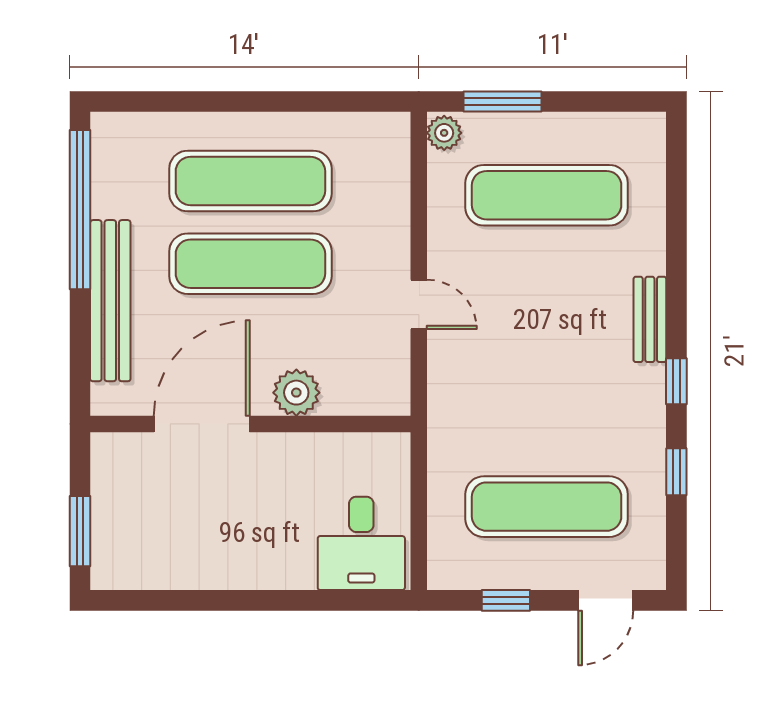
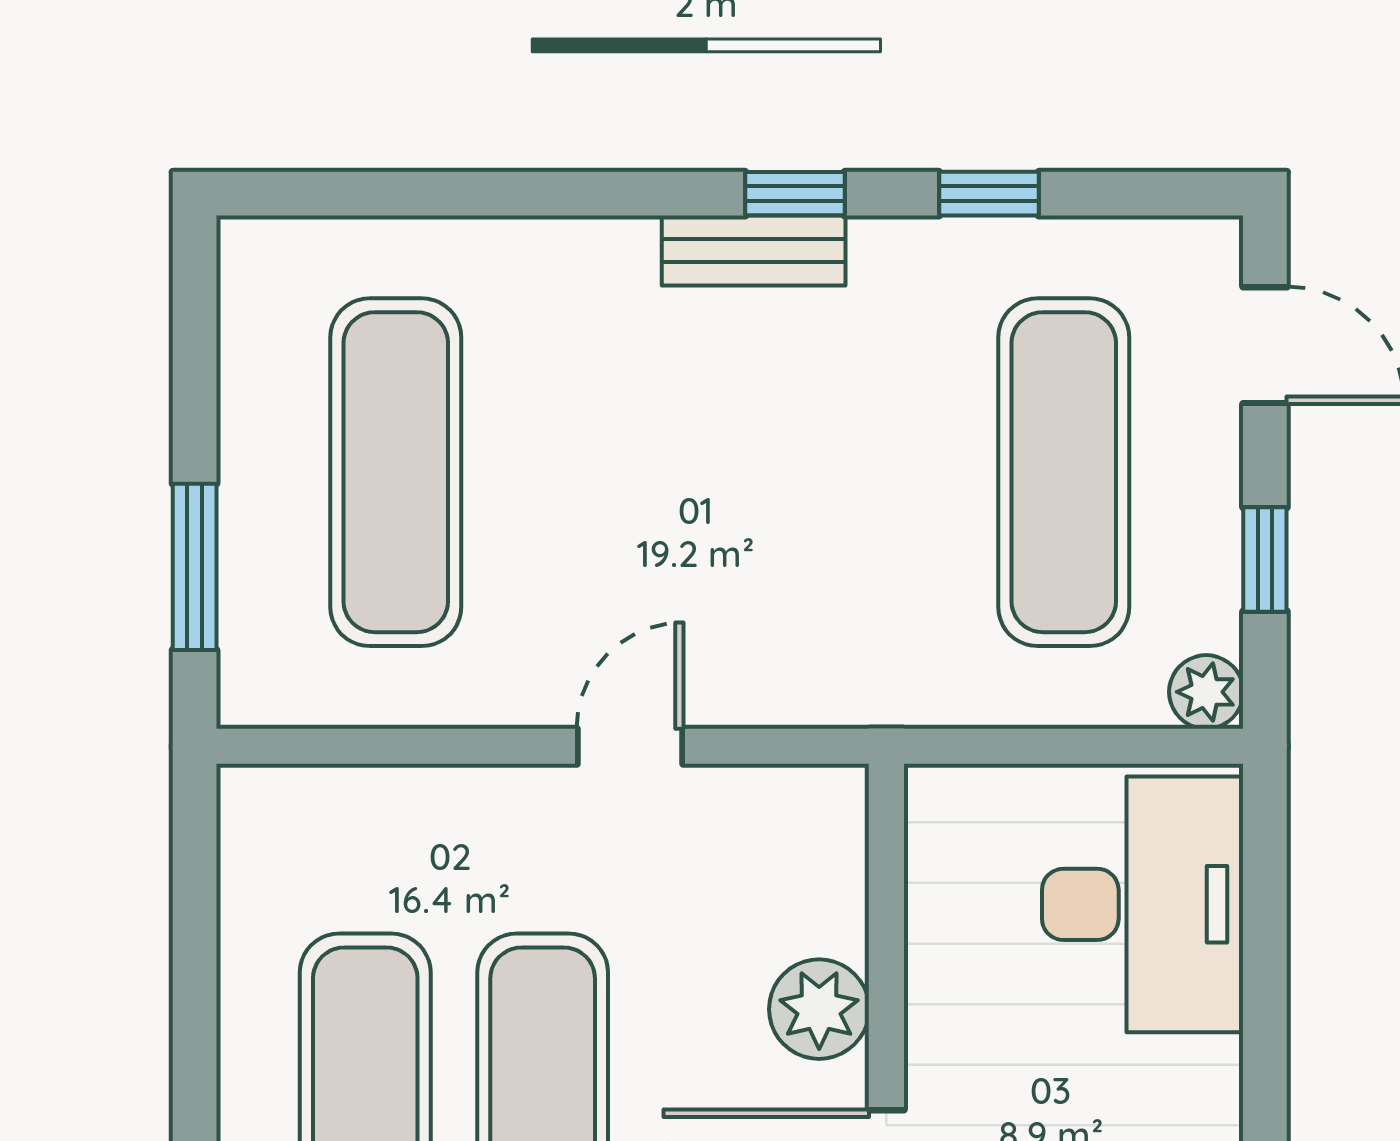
plant: (444, 133) -> (1206, 692), moved
bench: (650, 319) -> (754, 251), moved
desk: (361, 543) -> (1143, 904), width x1.37

